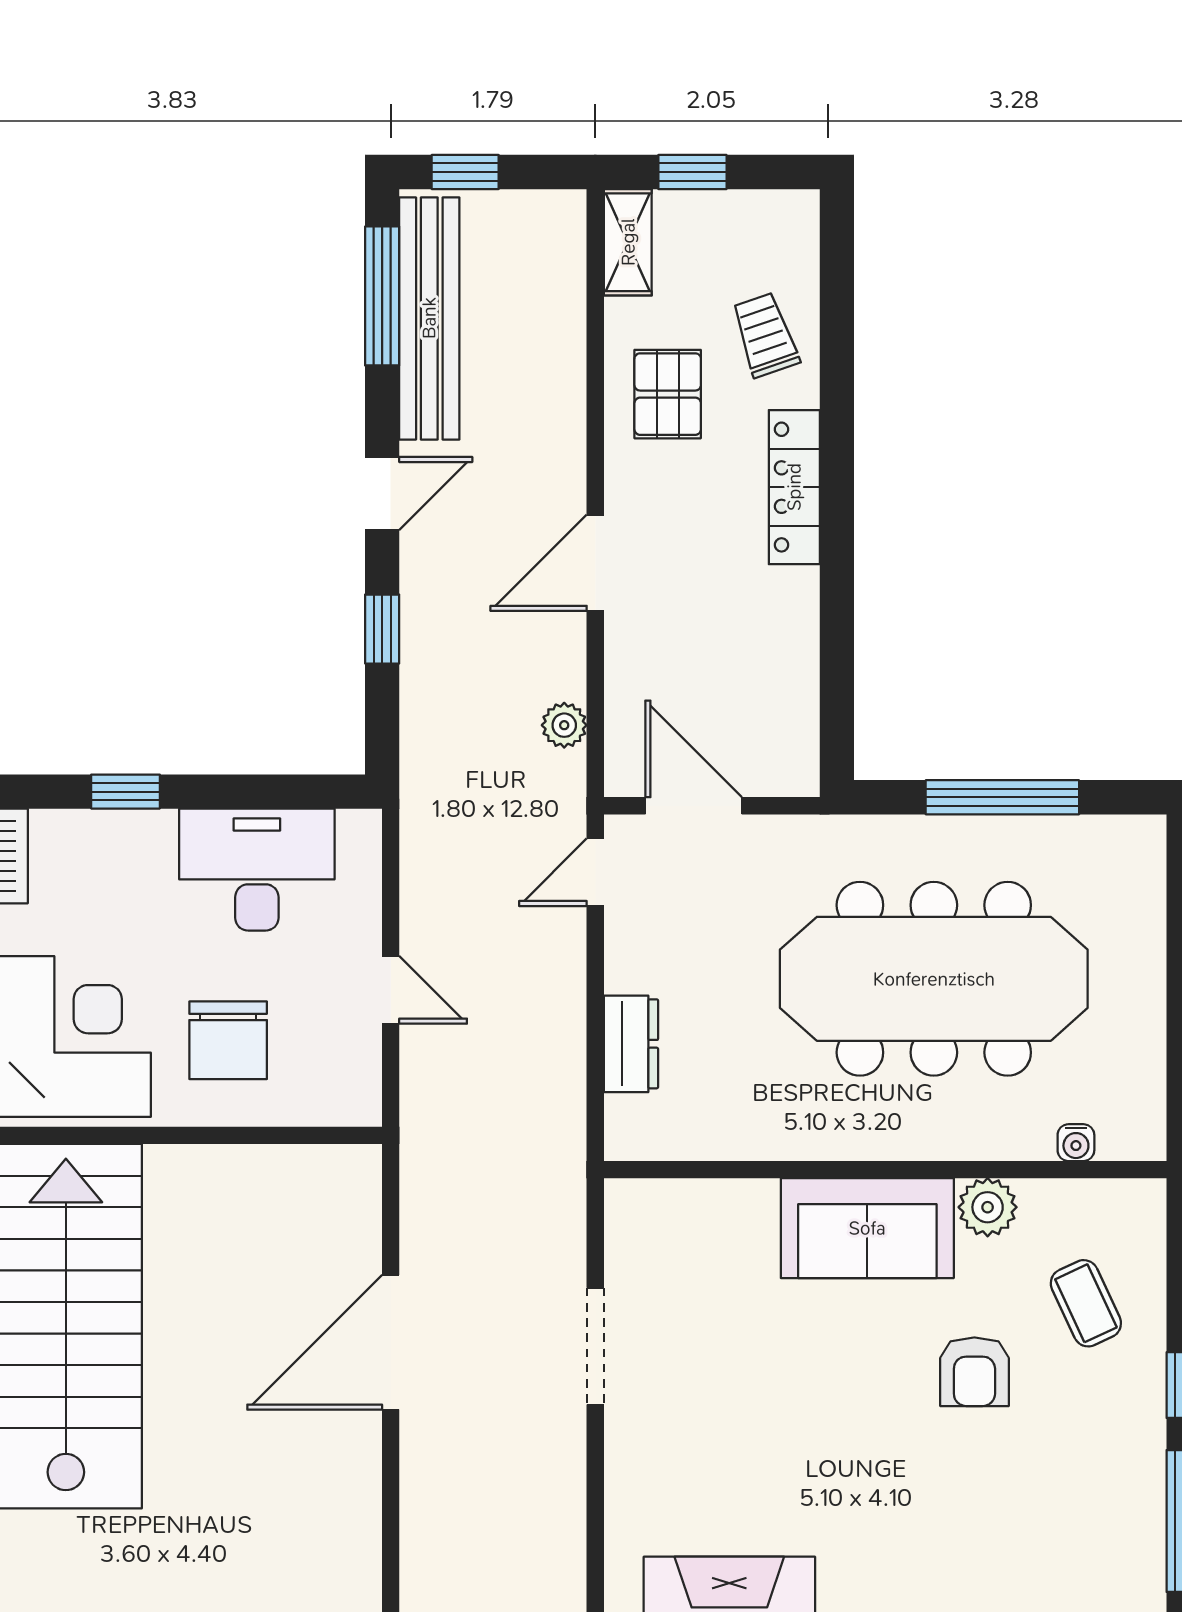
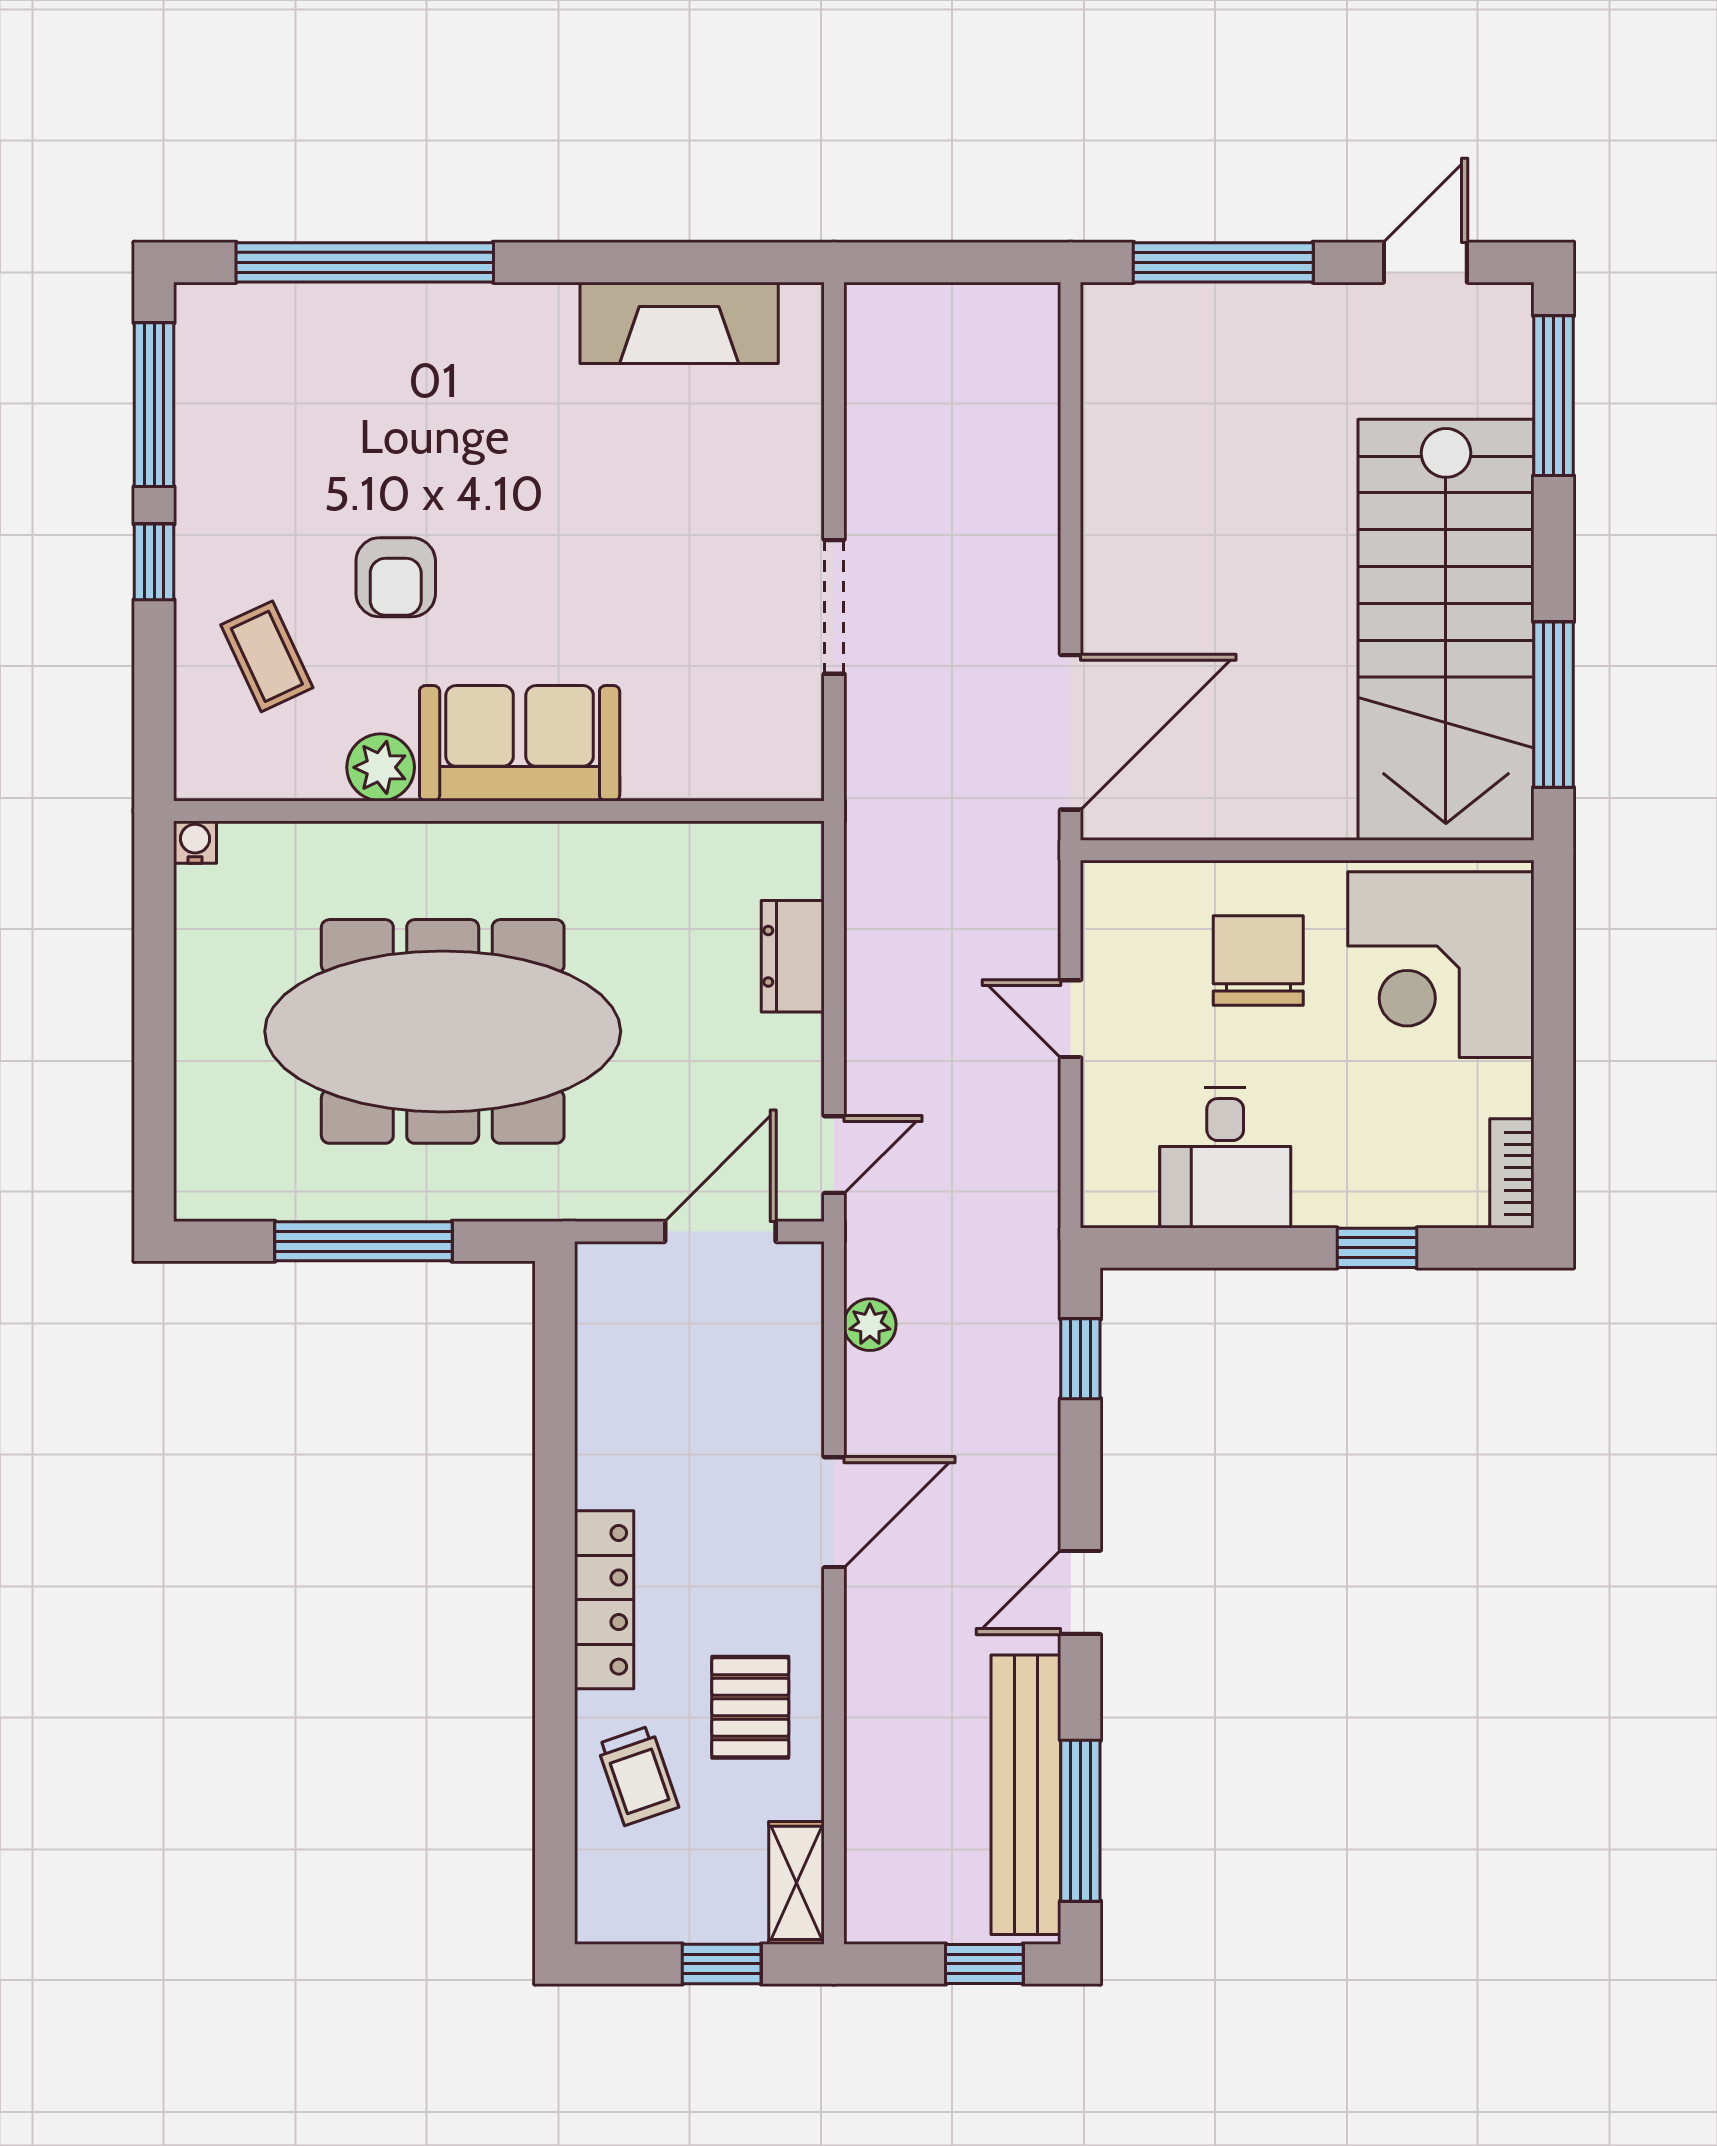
window: (382, 629) -> (1080, 1359), moved
door: (694, 806) -> (720, 1231), swing flipped
desk: (257, 870) -> (1225, 1158), width x0.73
water cooler: (1076, 1143) -> (195, 842), moved
door: (391, 1342) -> (1071, 732), moved
armchair: (974, 1372) -> (396, 577), turned 180

